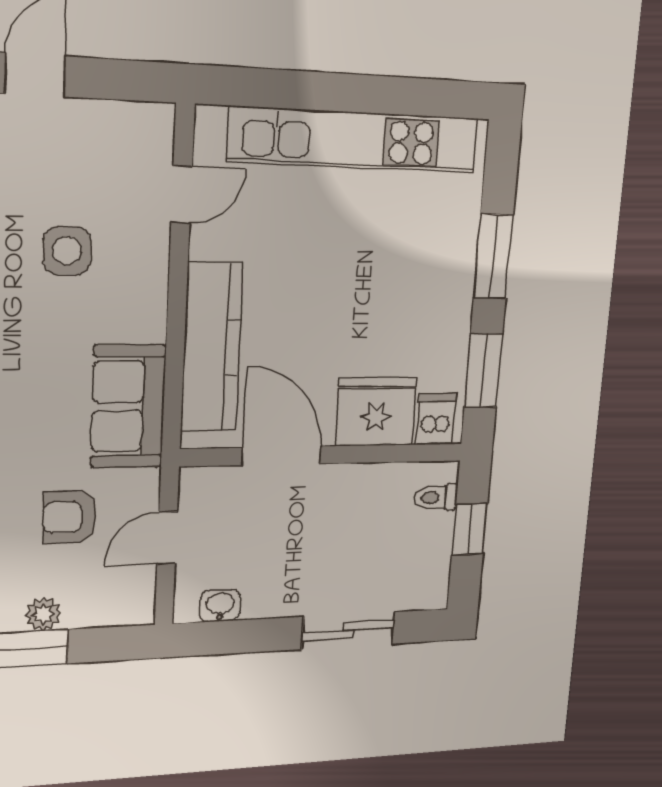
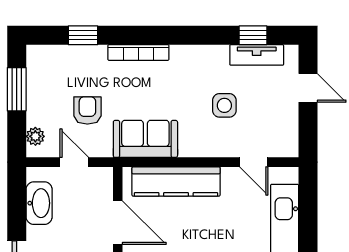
door: (281, 456) -> (118, 223), hinge flipped
washbasin: (220, 606) -> (39, 203), width x1.91, depth x1.45
plant: (43, 614) -> (35, 136), moved

